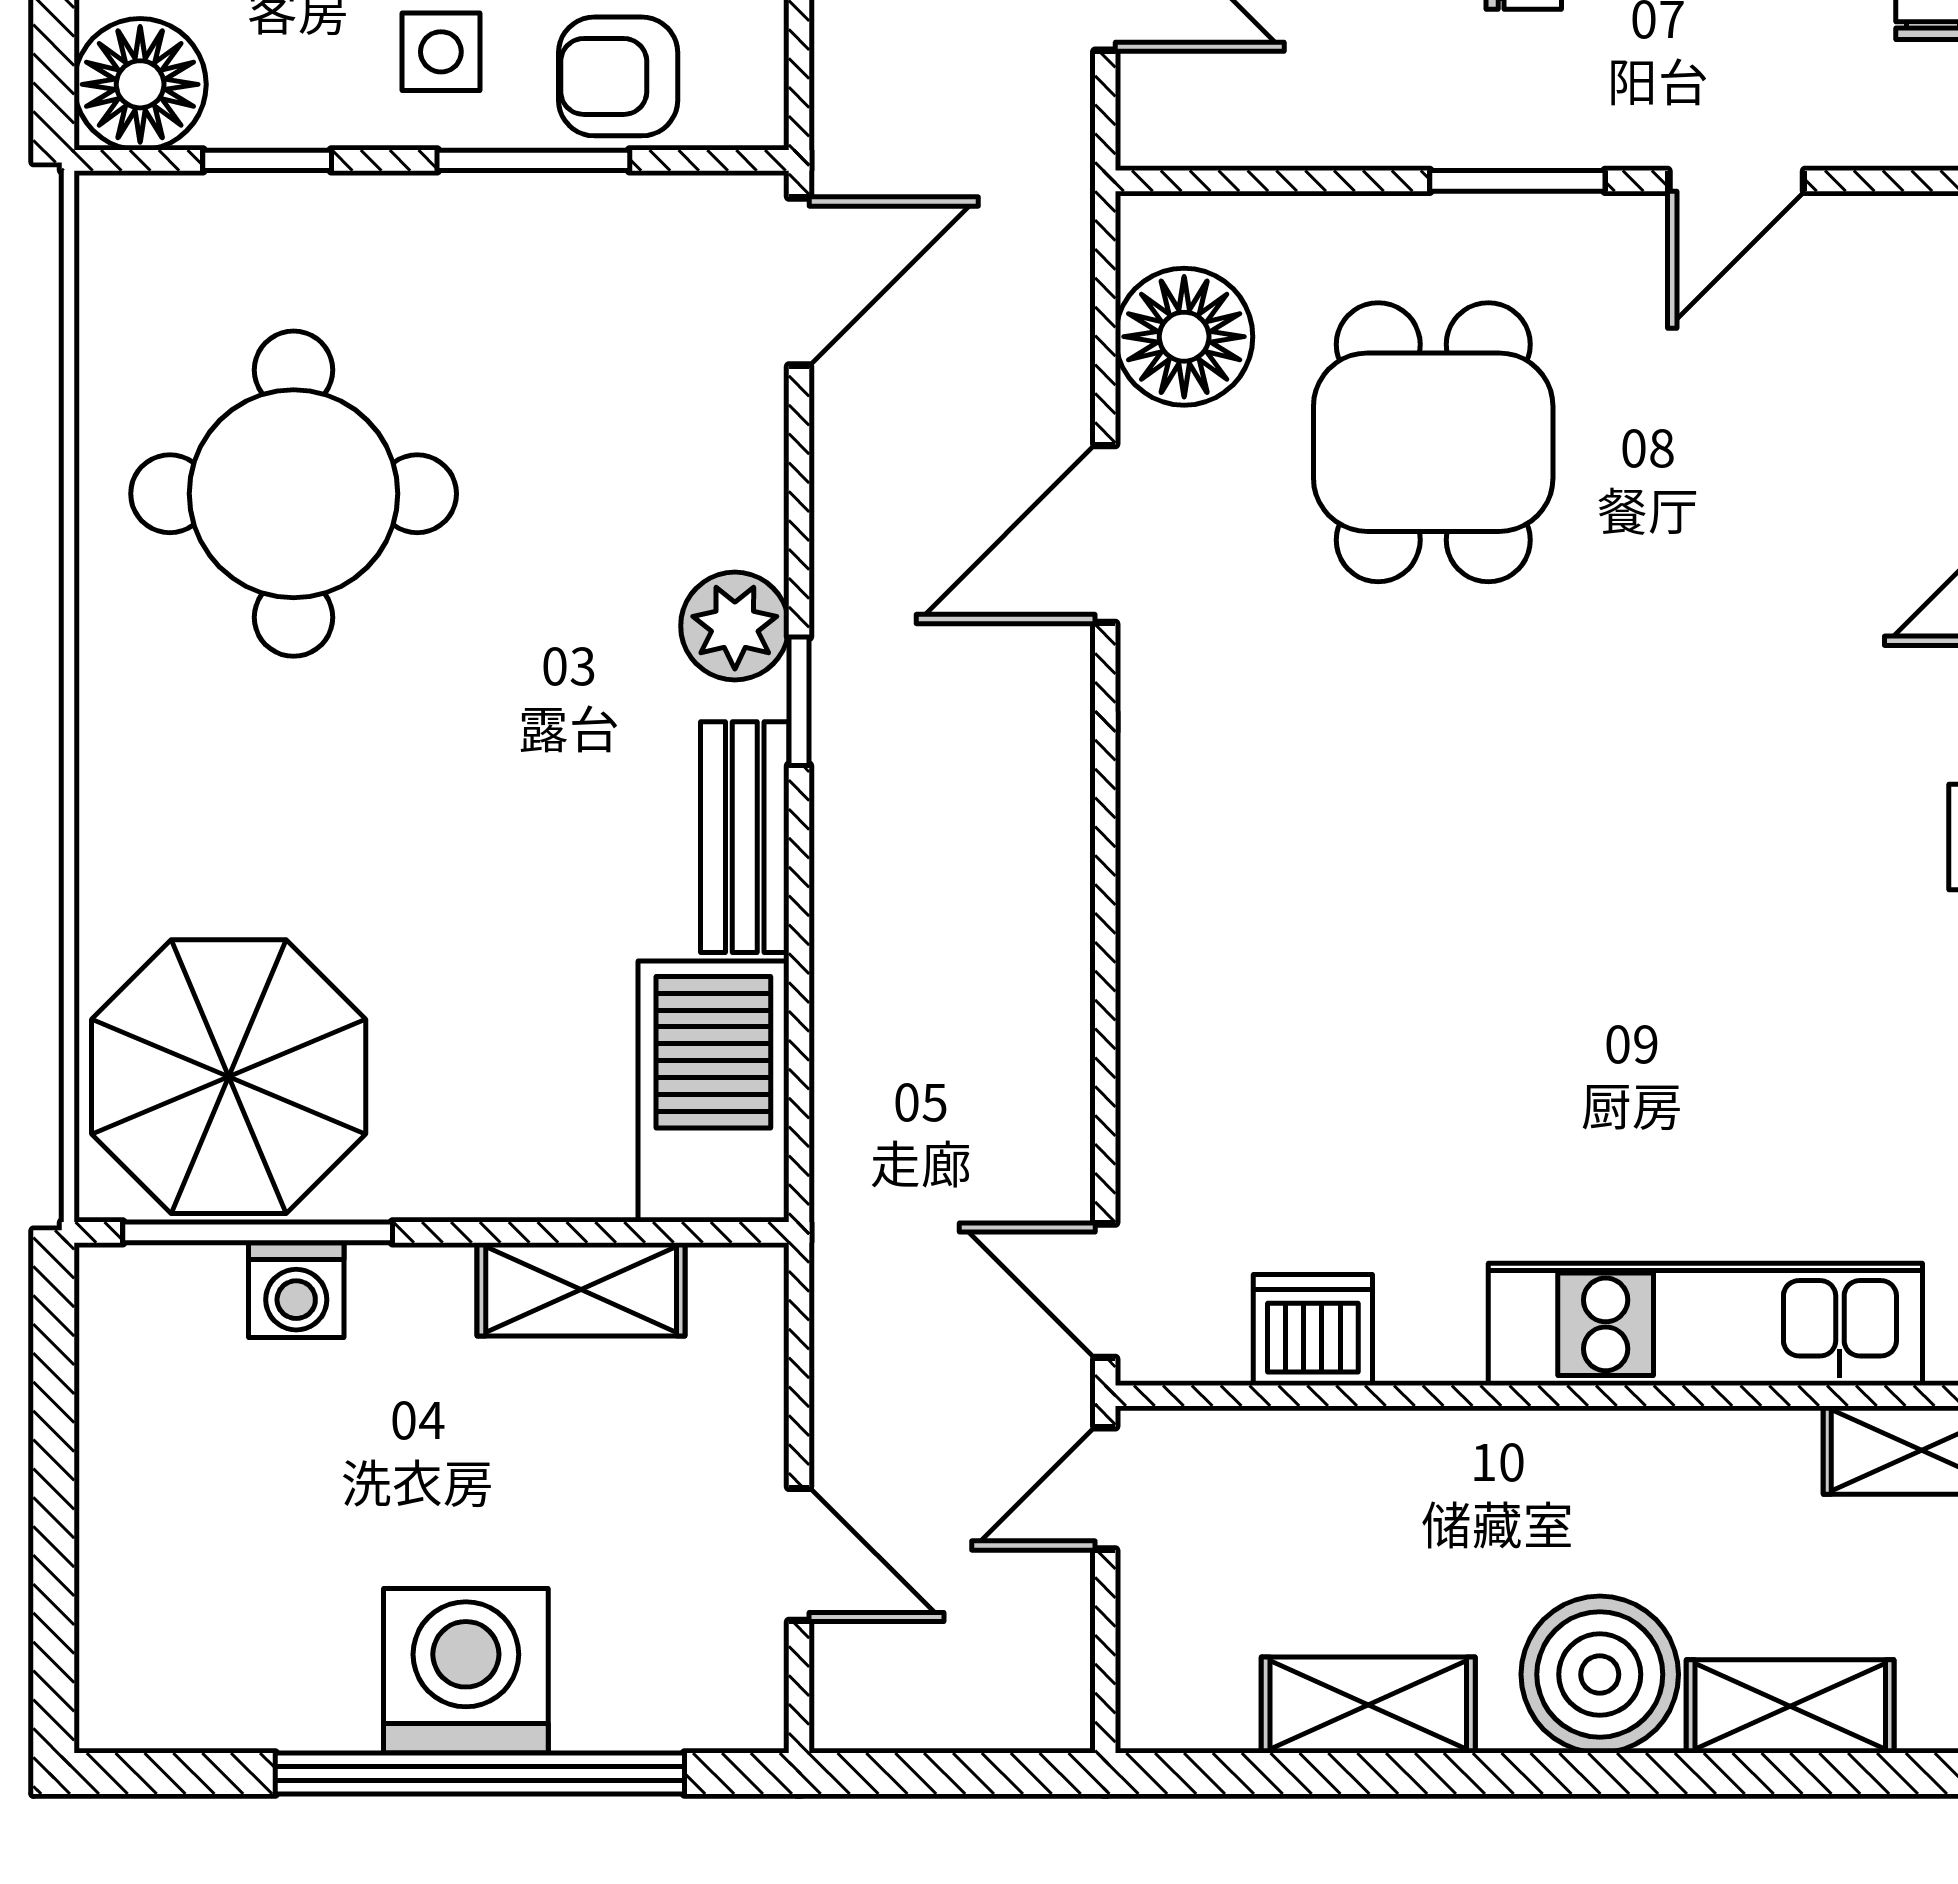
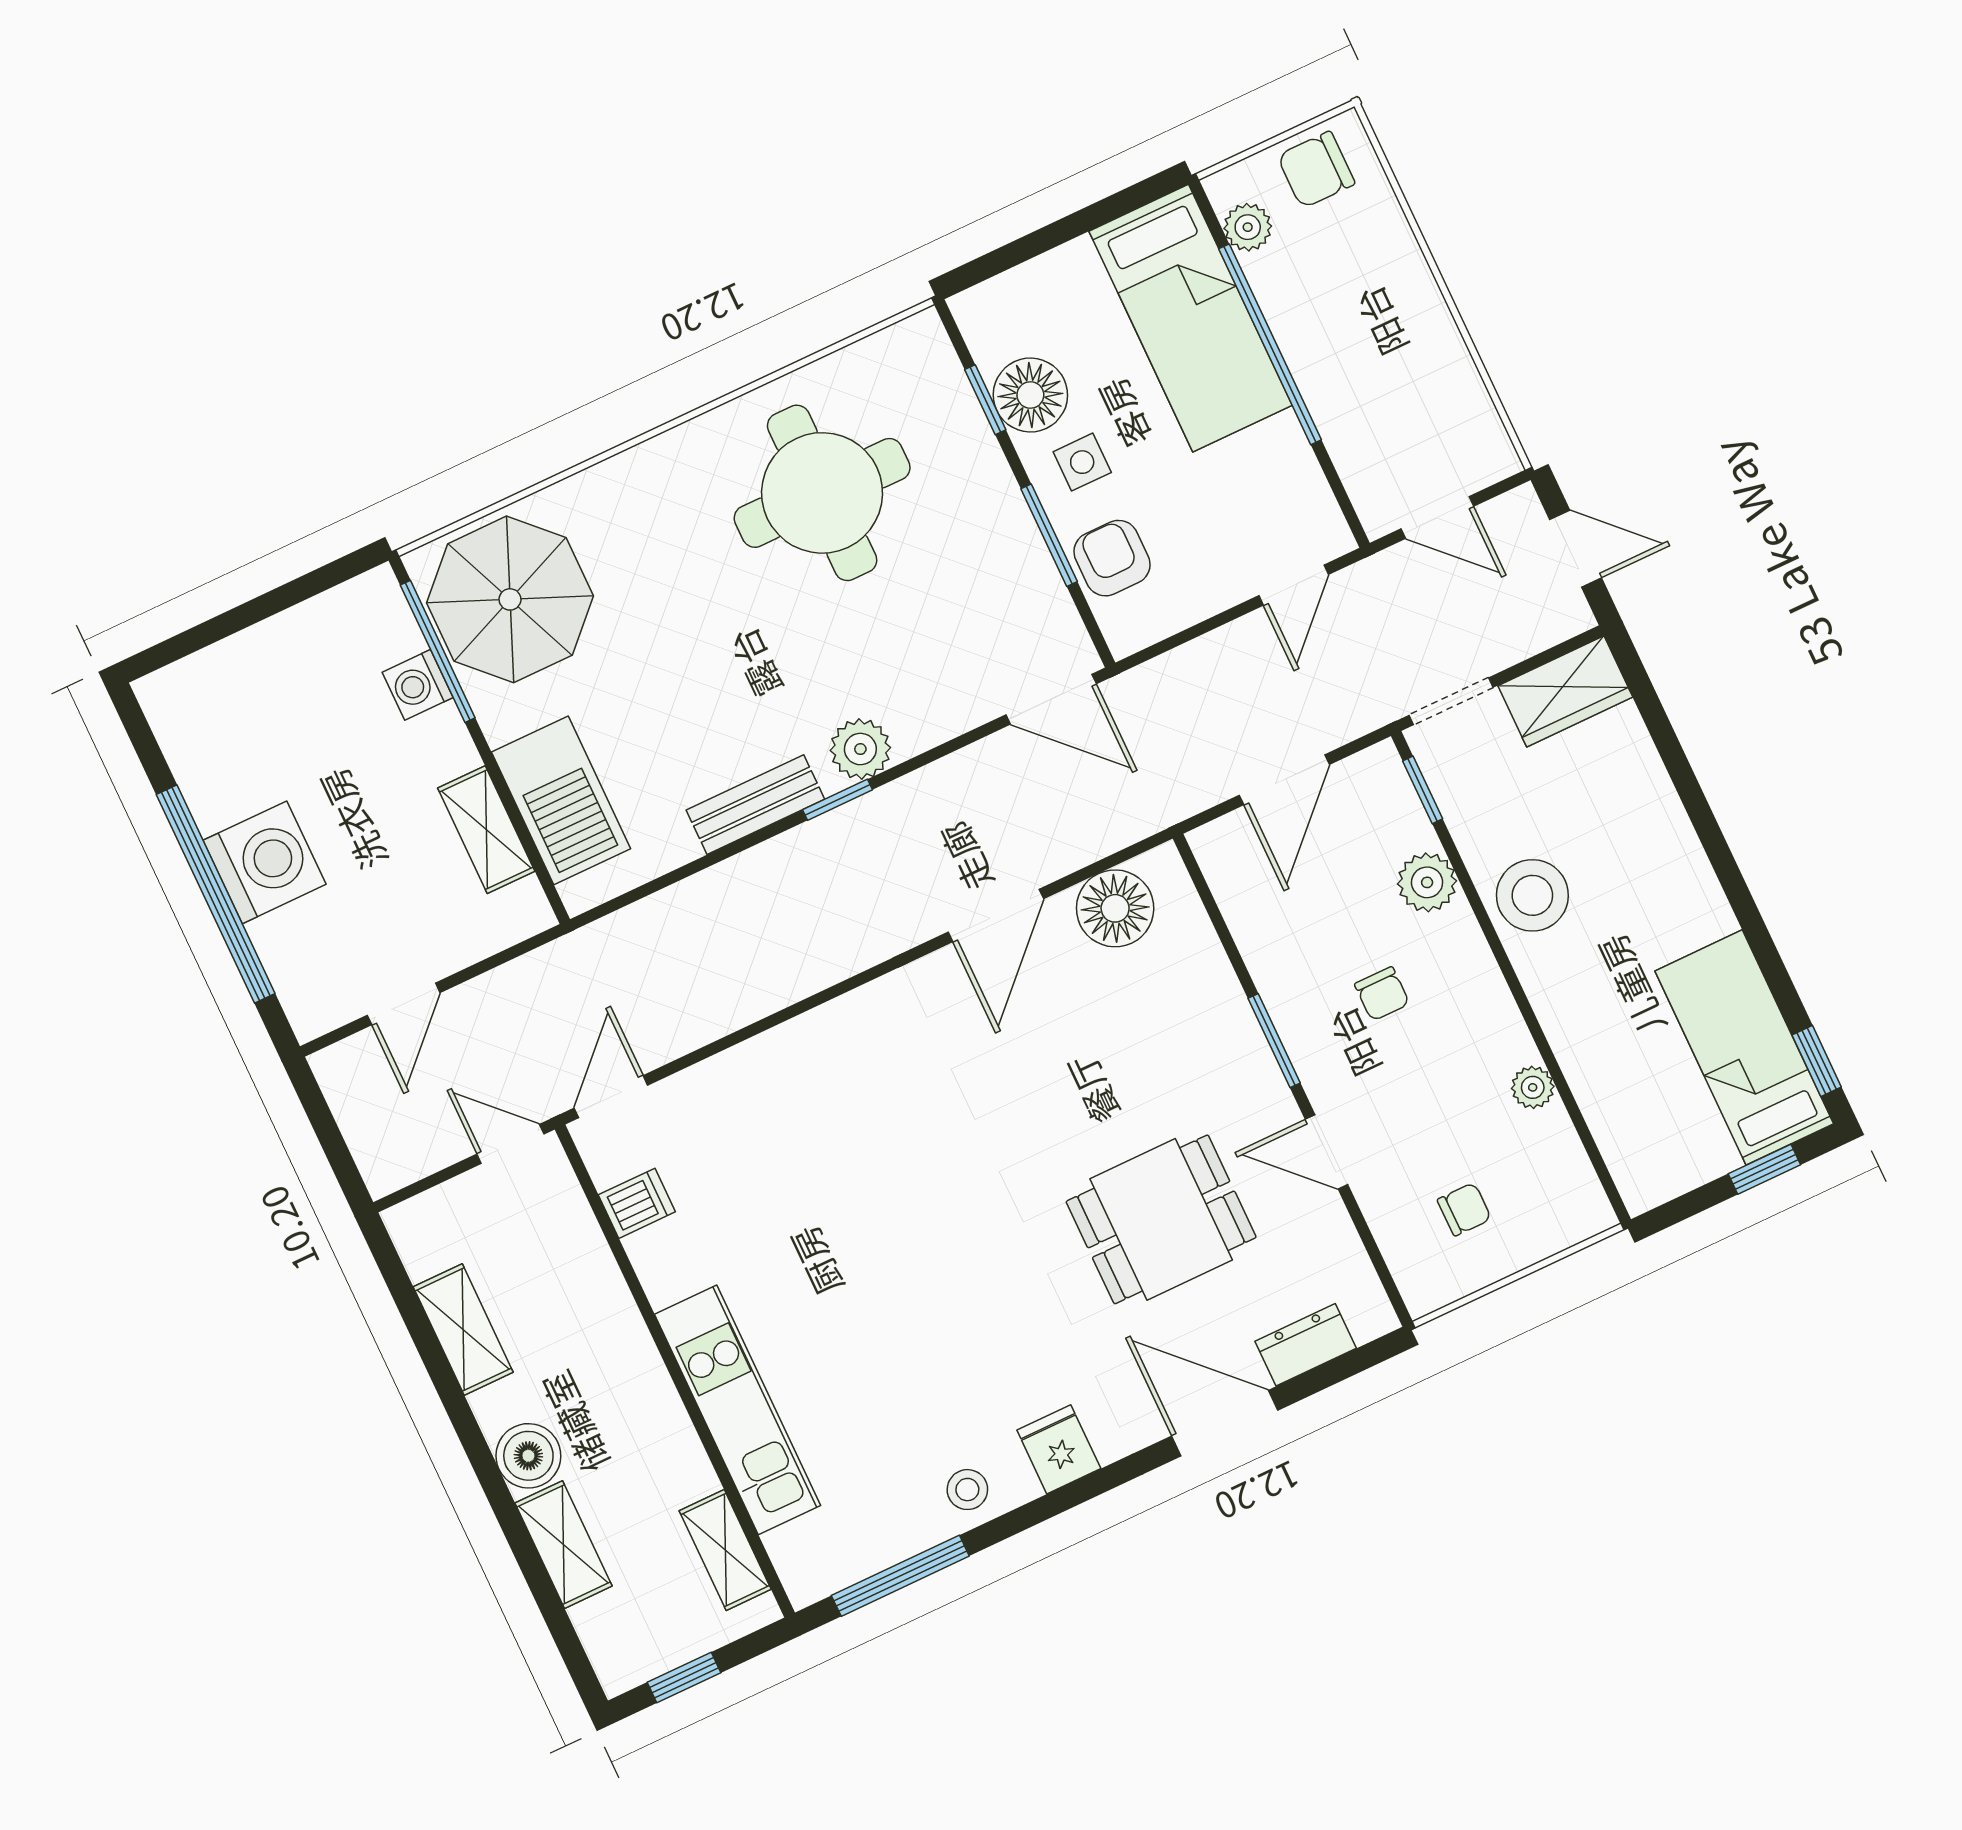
floor lamp: (140, 84) -> (1030, 395), moved
dining table: (1433, 442) -> (1161, 1219), moved
door: (1105, 534) -> (996, 915), swing flipped
barbecue: (713, 1091) -> (561, 800), moved, turned 90
dishwasher: (1313, 1330) -> (637, 1203), width x0.73
boiler: (1600, 1674) -> (528, 1456), width x0.73, depth x0.73

